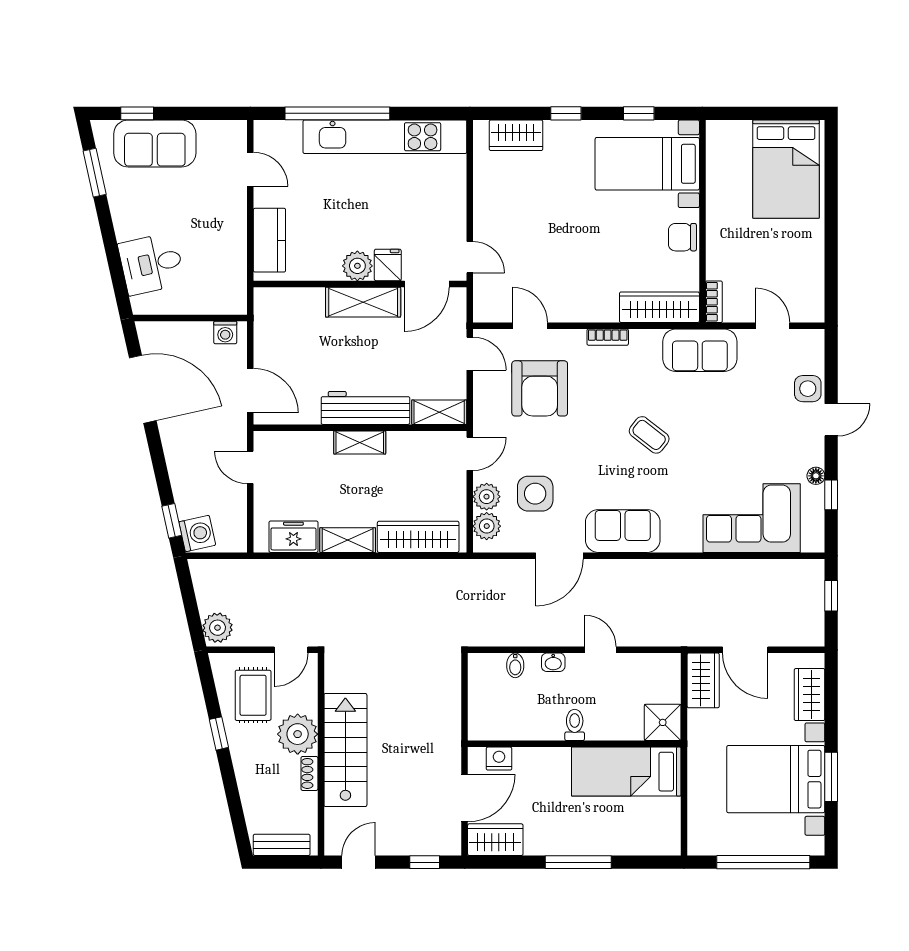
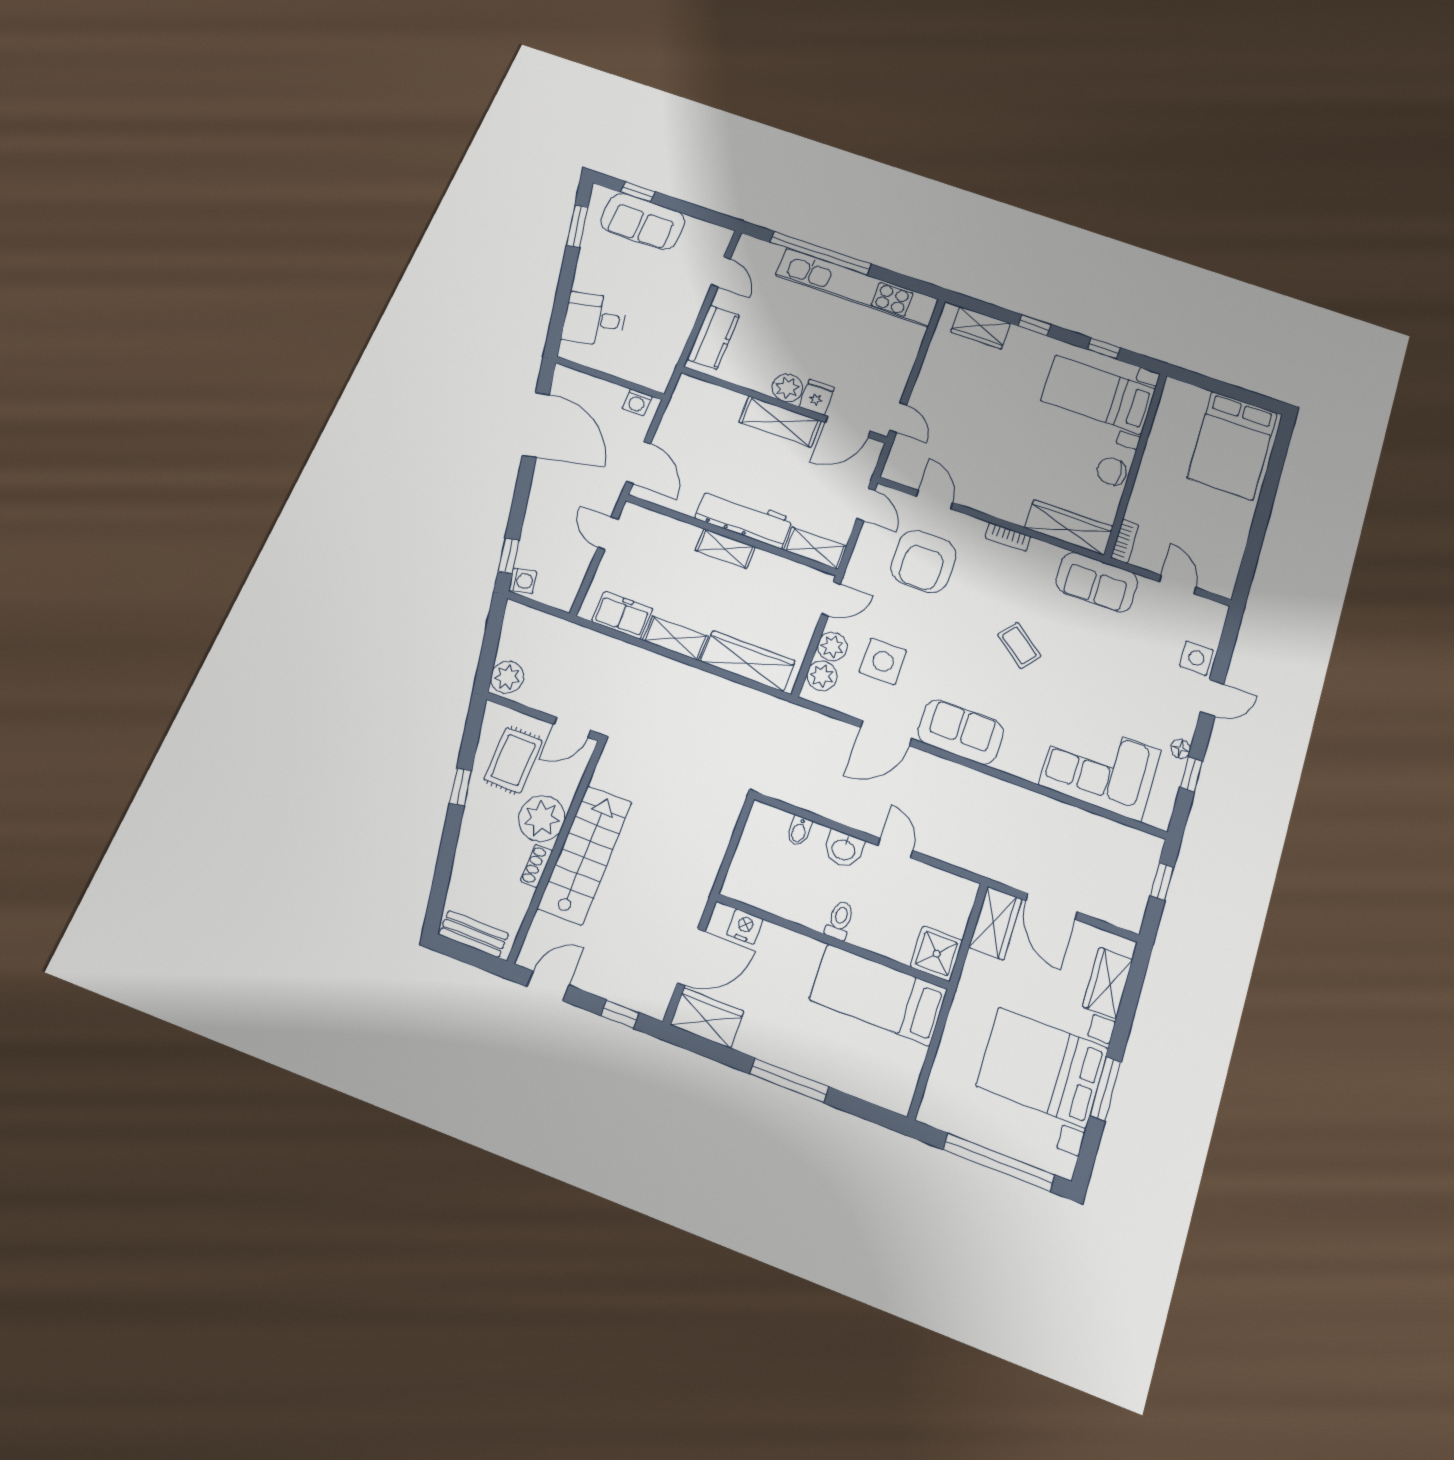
washing machine: (197, 533) -> (523, 581), width x0.73, depth x0.73
washbasin: (553, 662) -> (844, 849), width x1.38, depth x1.45

